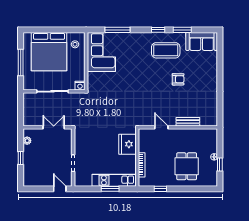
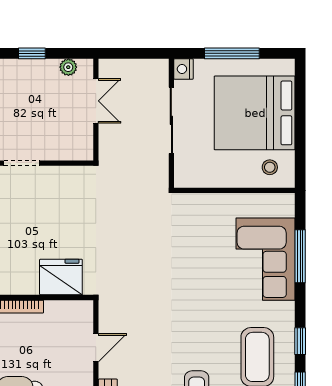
corner sofa: (101, 52) -> (265, 259), moved, turned 90
nightstand: (80, 86) -> (184, 69), moved
double door: (54, 127) -> (96, 101), moved

